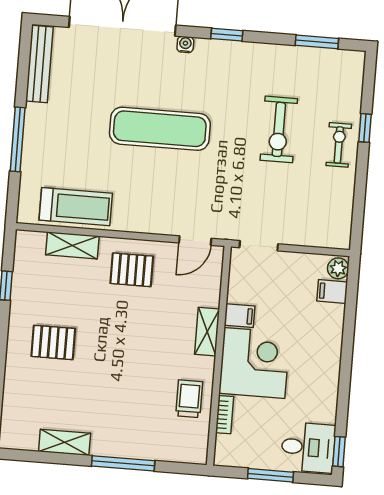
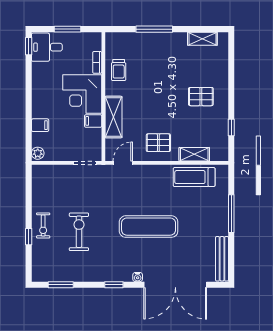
filing cabinet: (332, 291) -> (40, 125), moved
shelving: (207, 332) -> (113, 117), width x1.50, depth x1.33
shelving: (65, 442) -> (202, 39), moved

